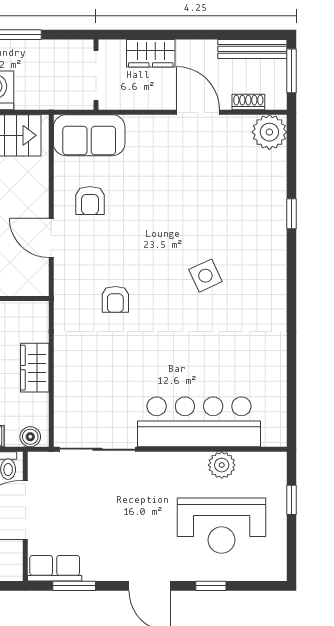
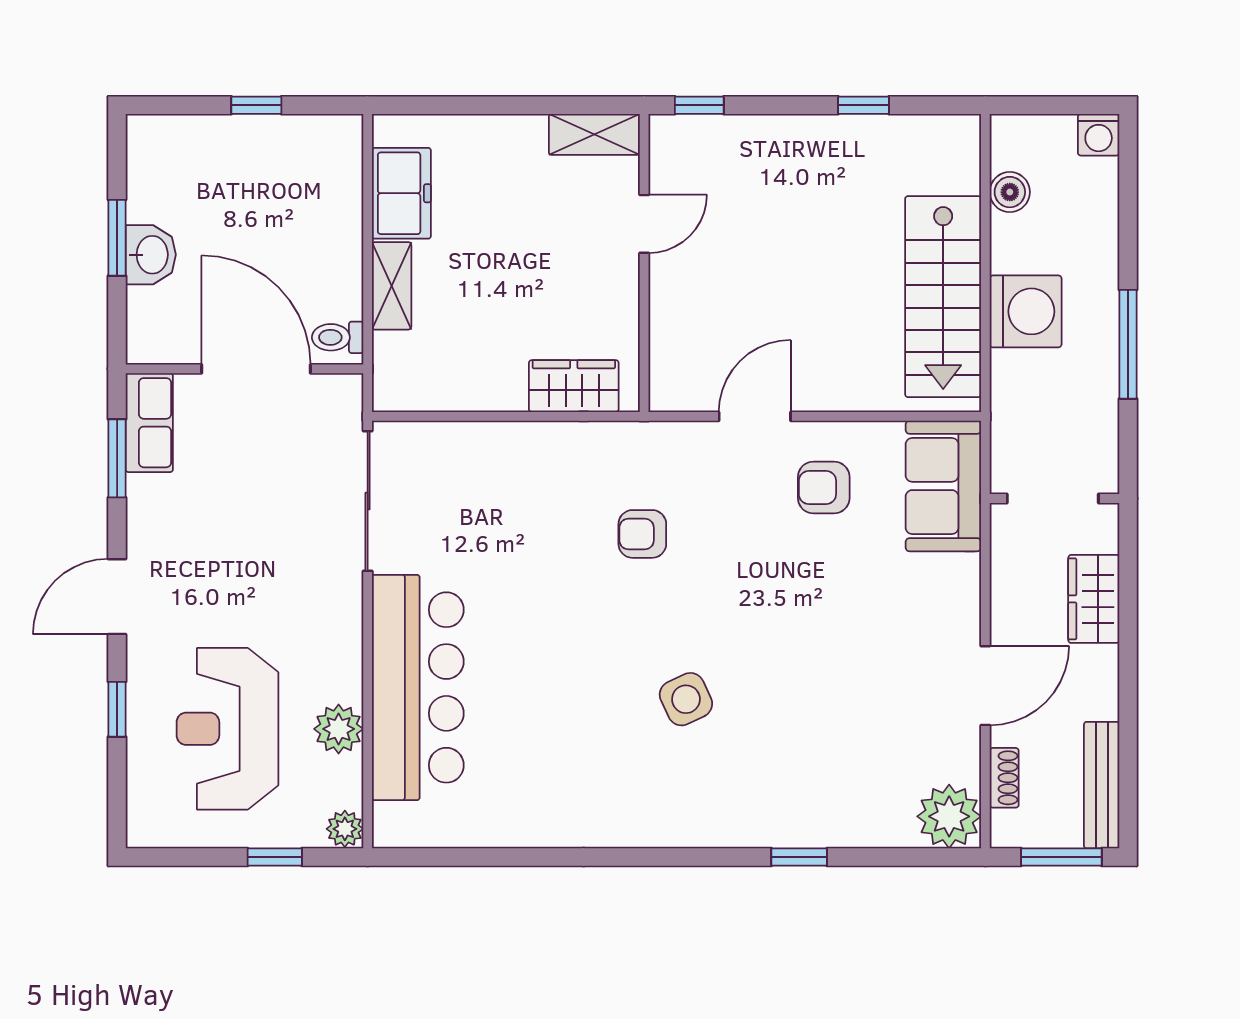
wardrobe: (35, 368) -> (574, 386), moved
boiler: (30, 437) -> (390, 378), removed
plant: (276, 462) -> (345, 829), added

